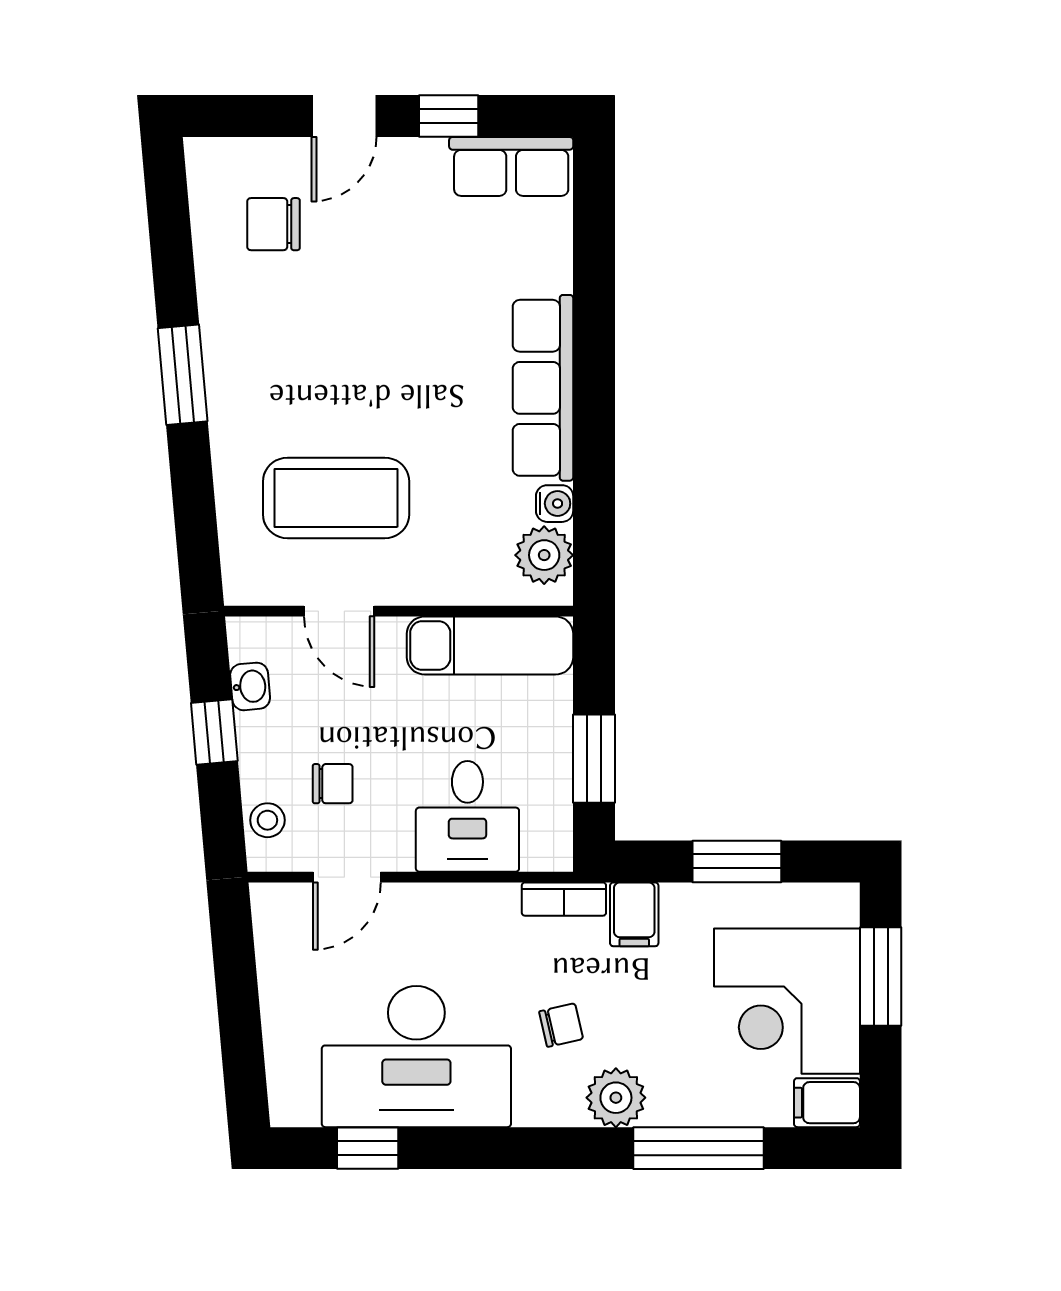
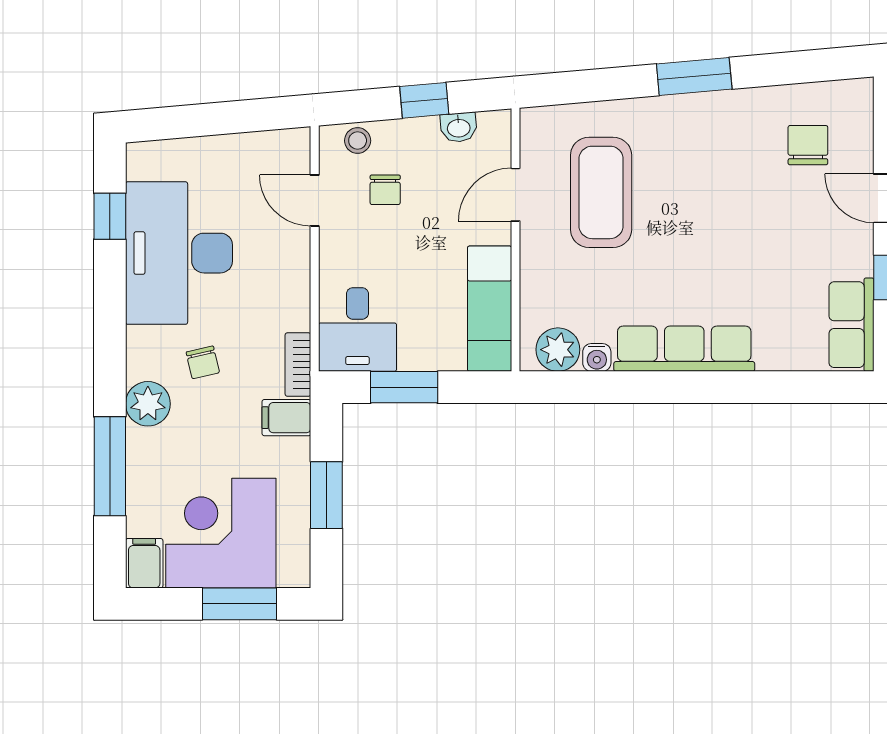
desk: (467, 816) -> (357, 329), moved, turned -90

